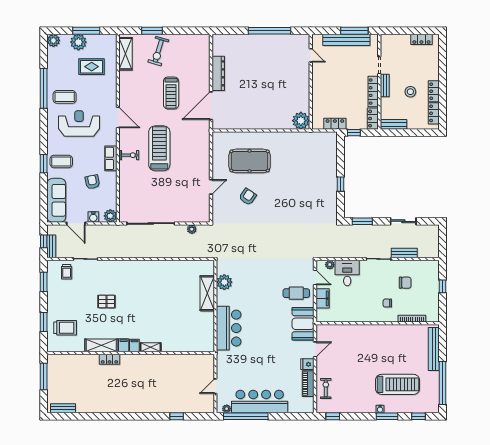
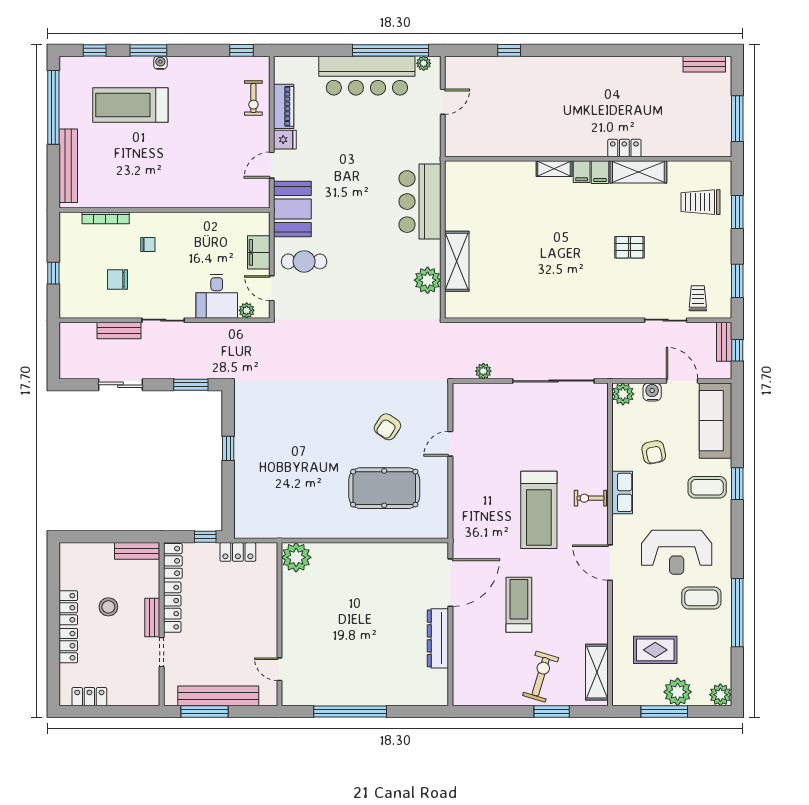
locker: (434, 113) -> (68, 646), moved

